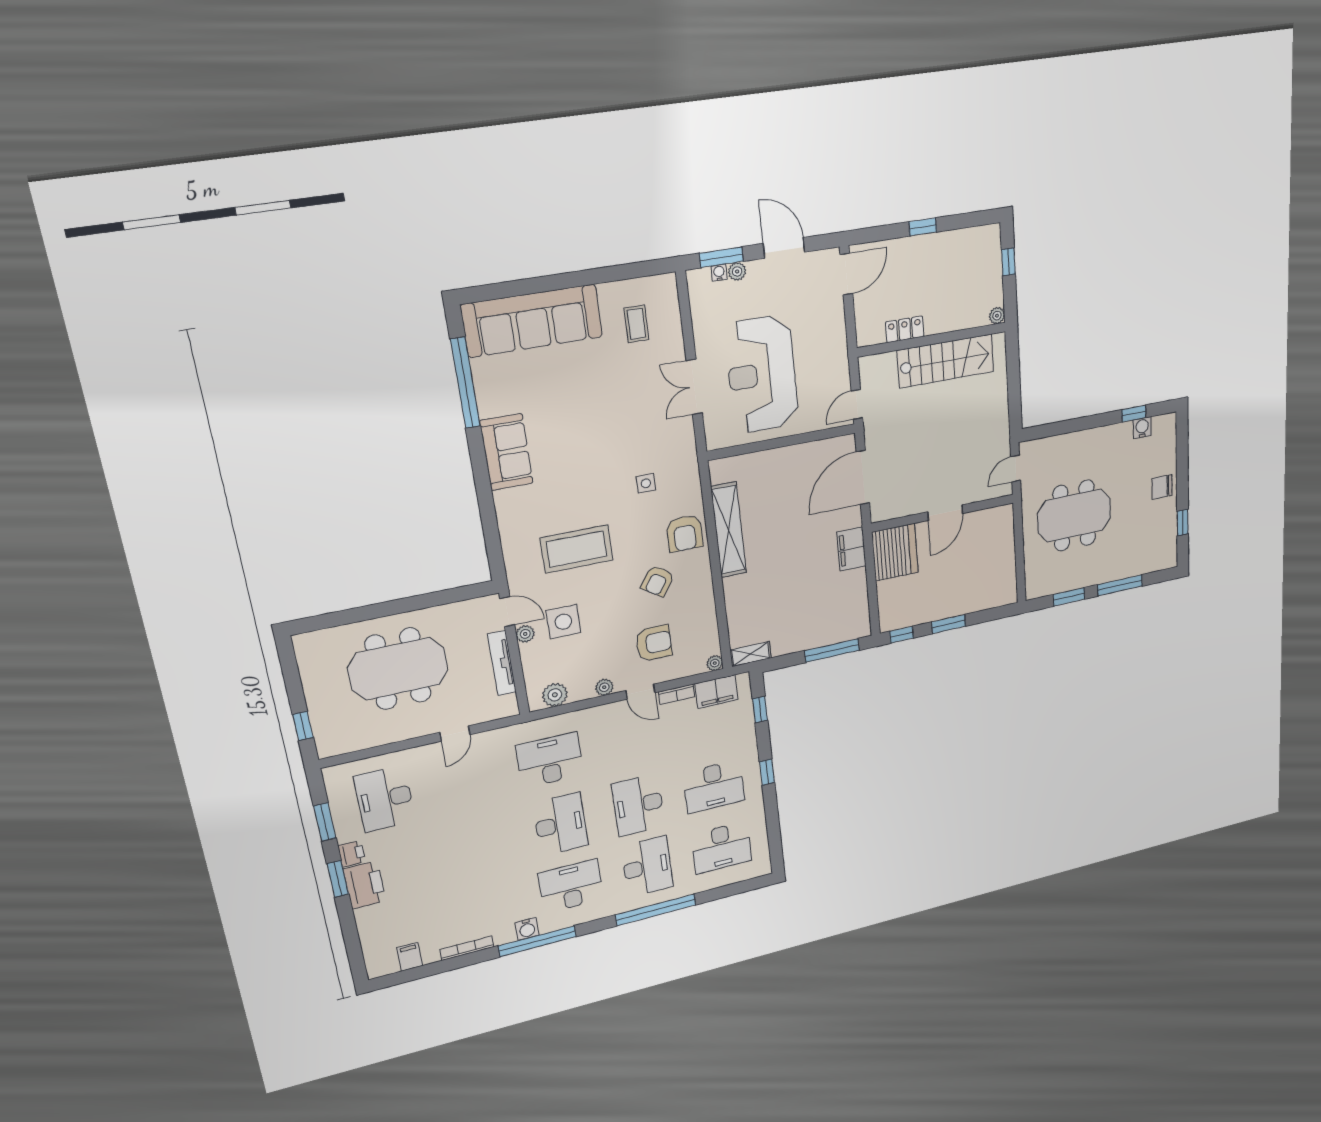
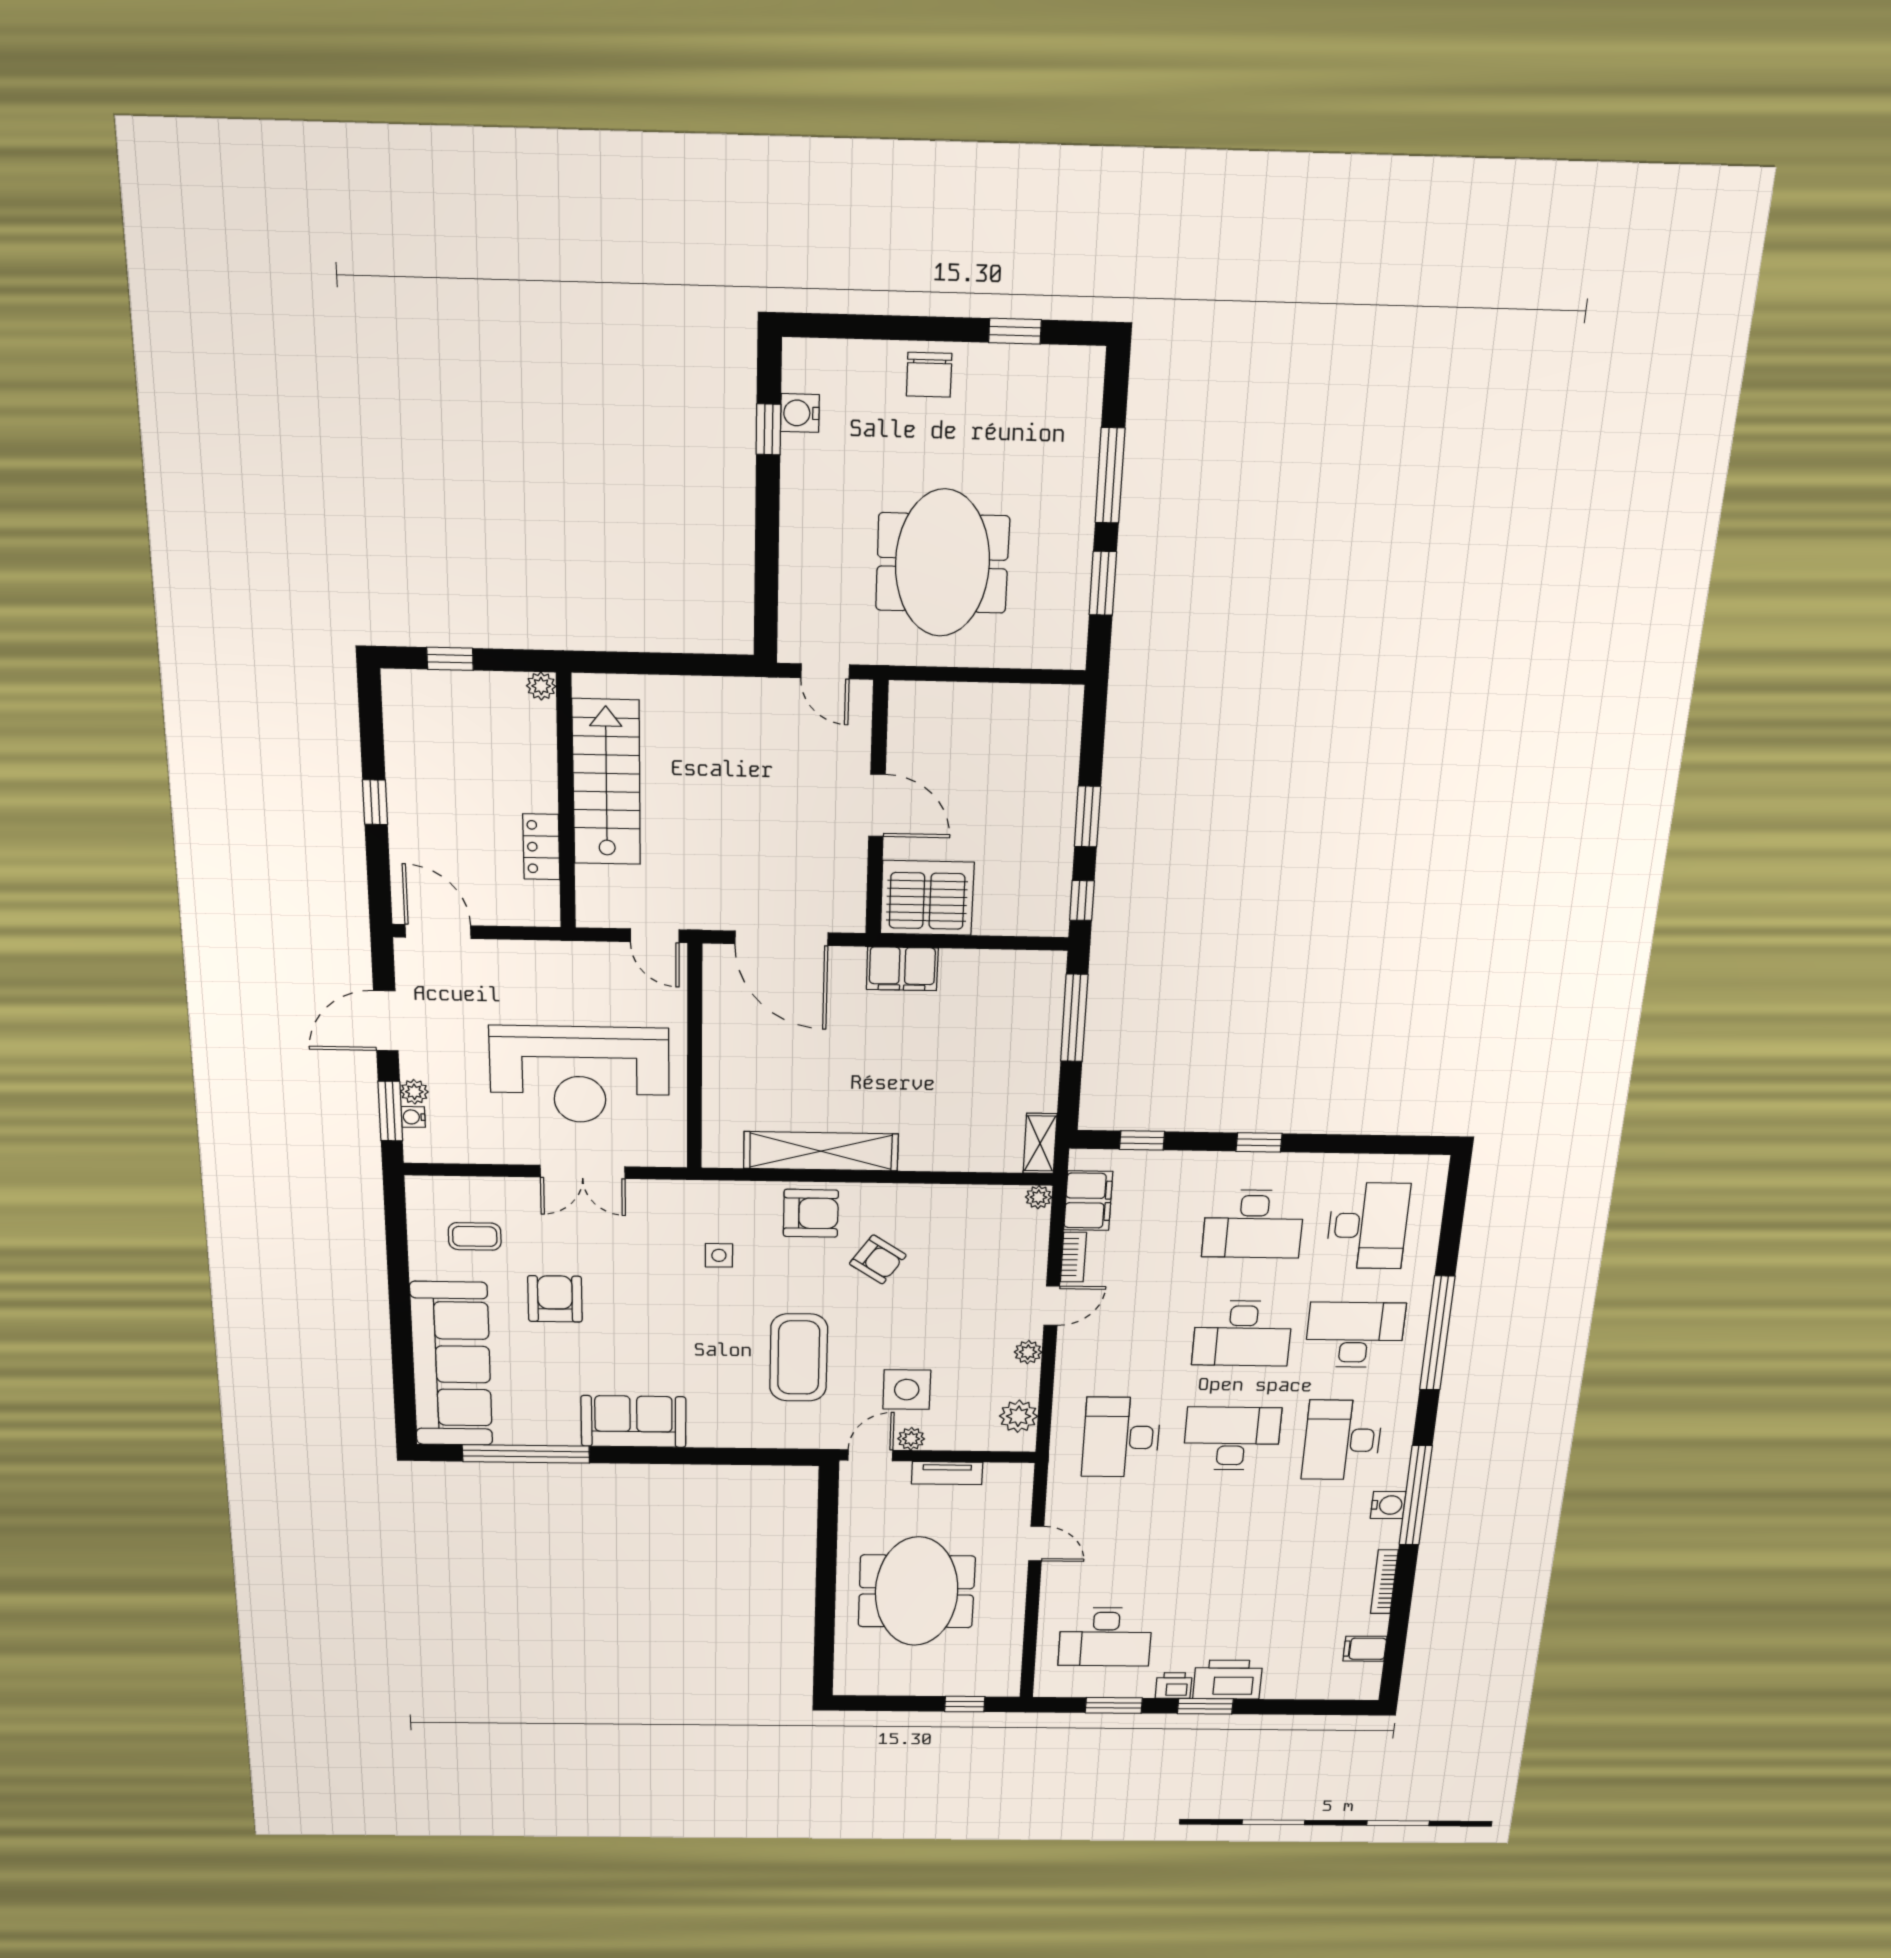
armchair: (654, 643) -> (555, 1299), moved
tv unit: (502, 663) -> (947, 1473), width x0.71
desk: (714, 787) -> (1253, 1224), turned 90

